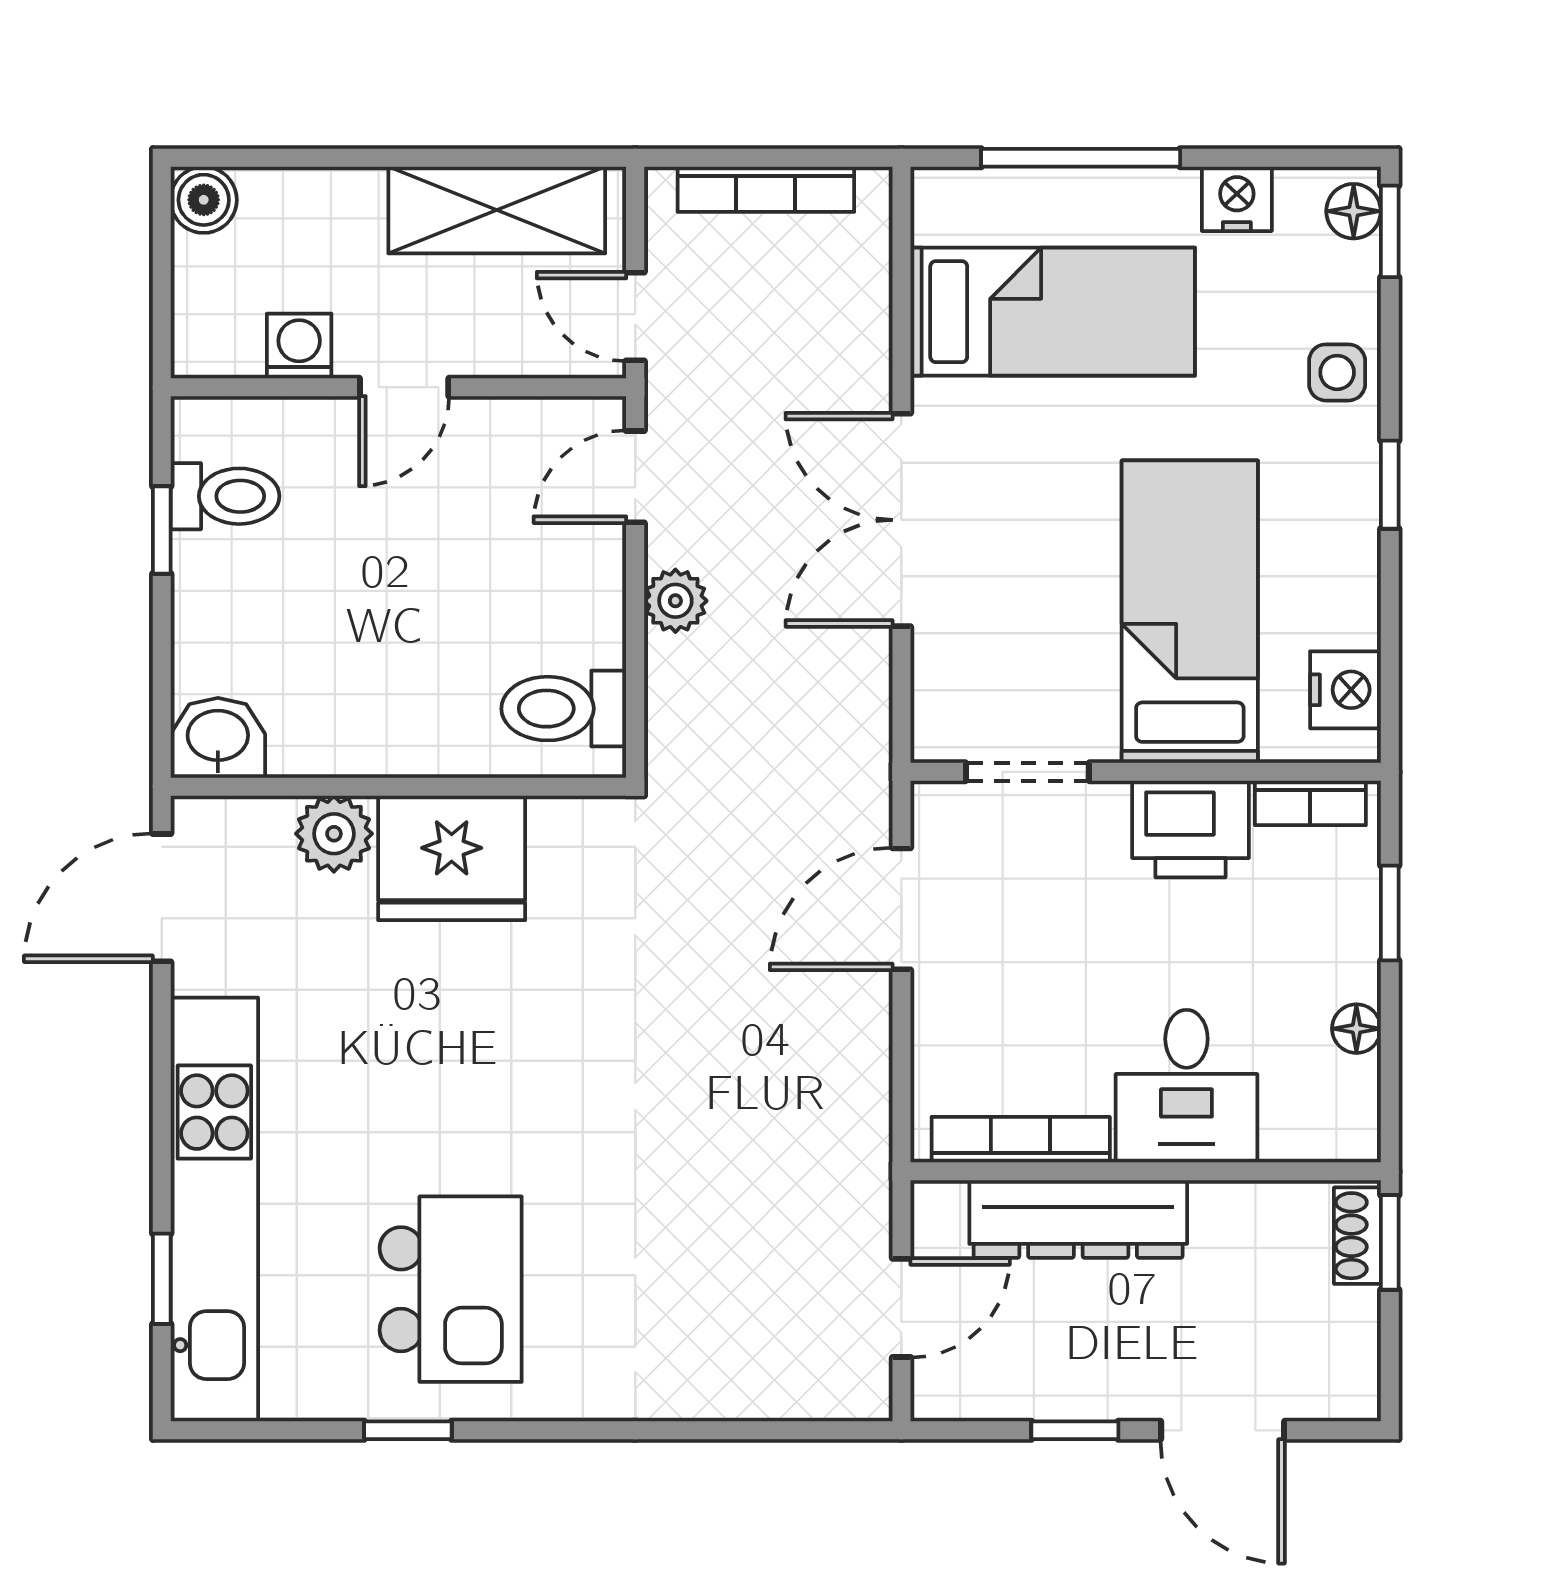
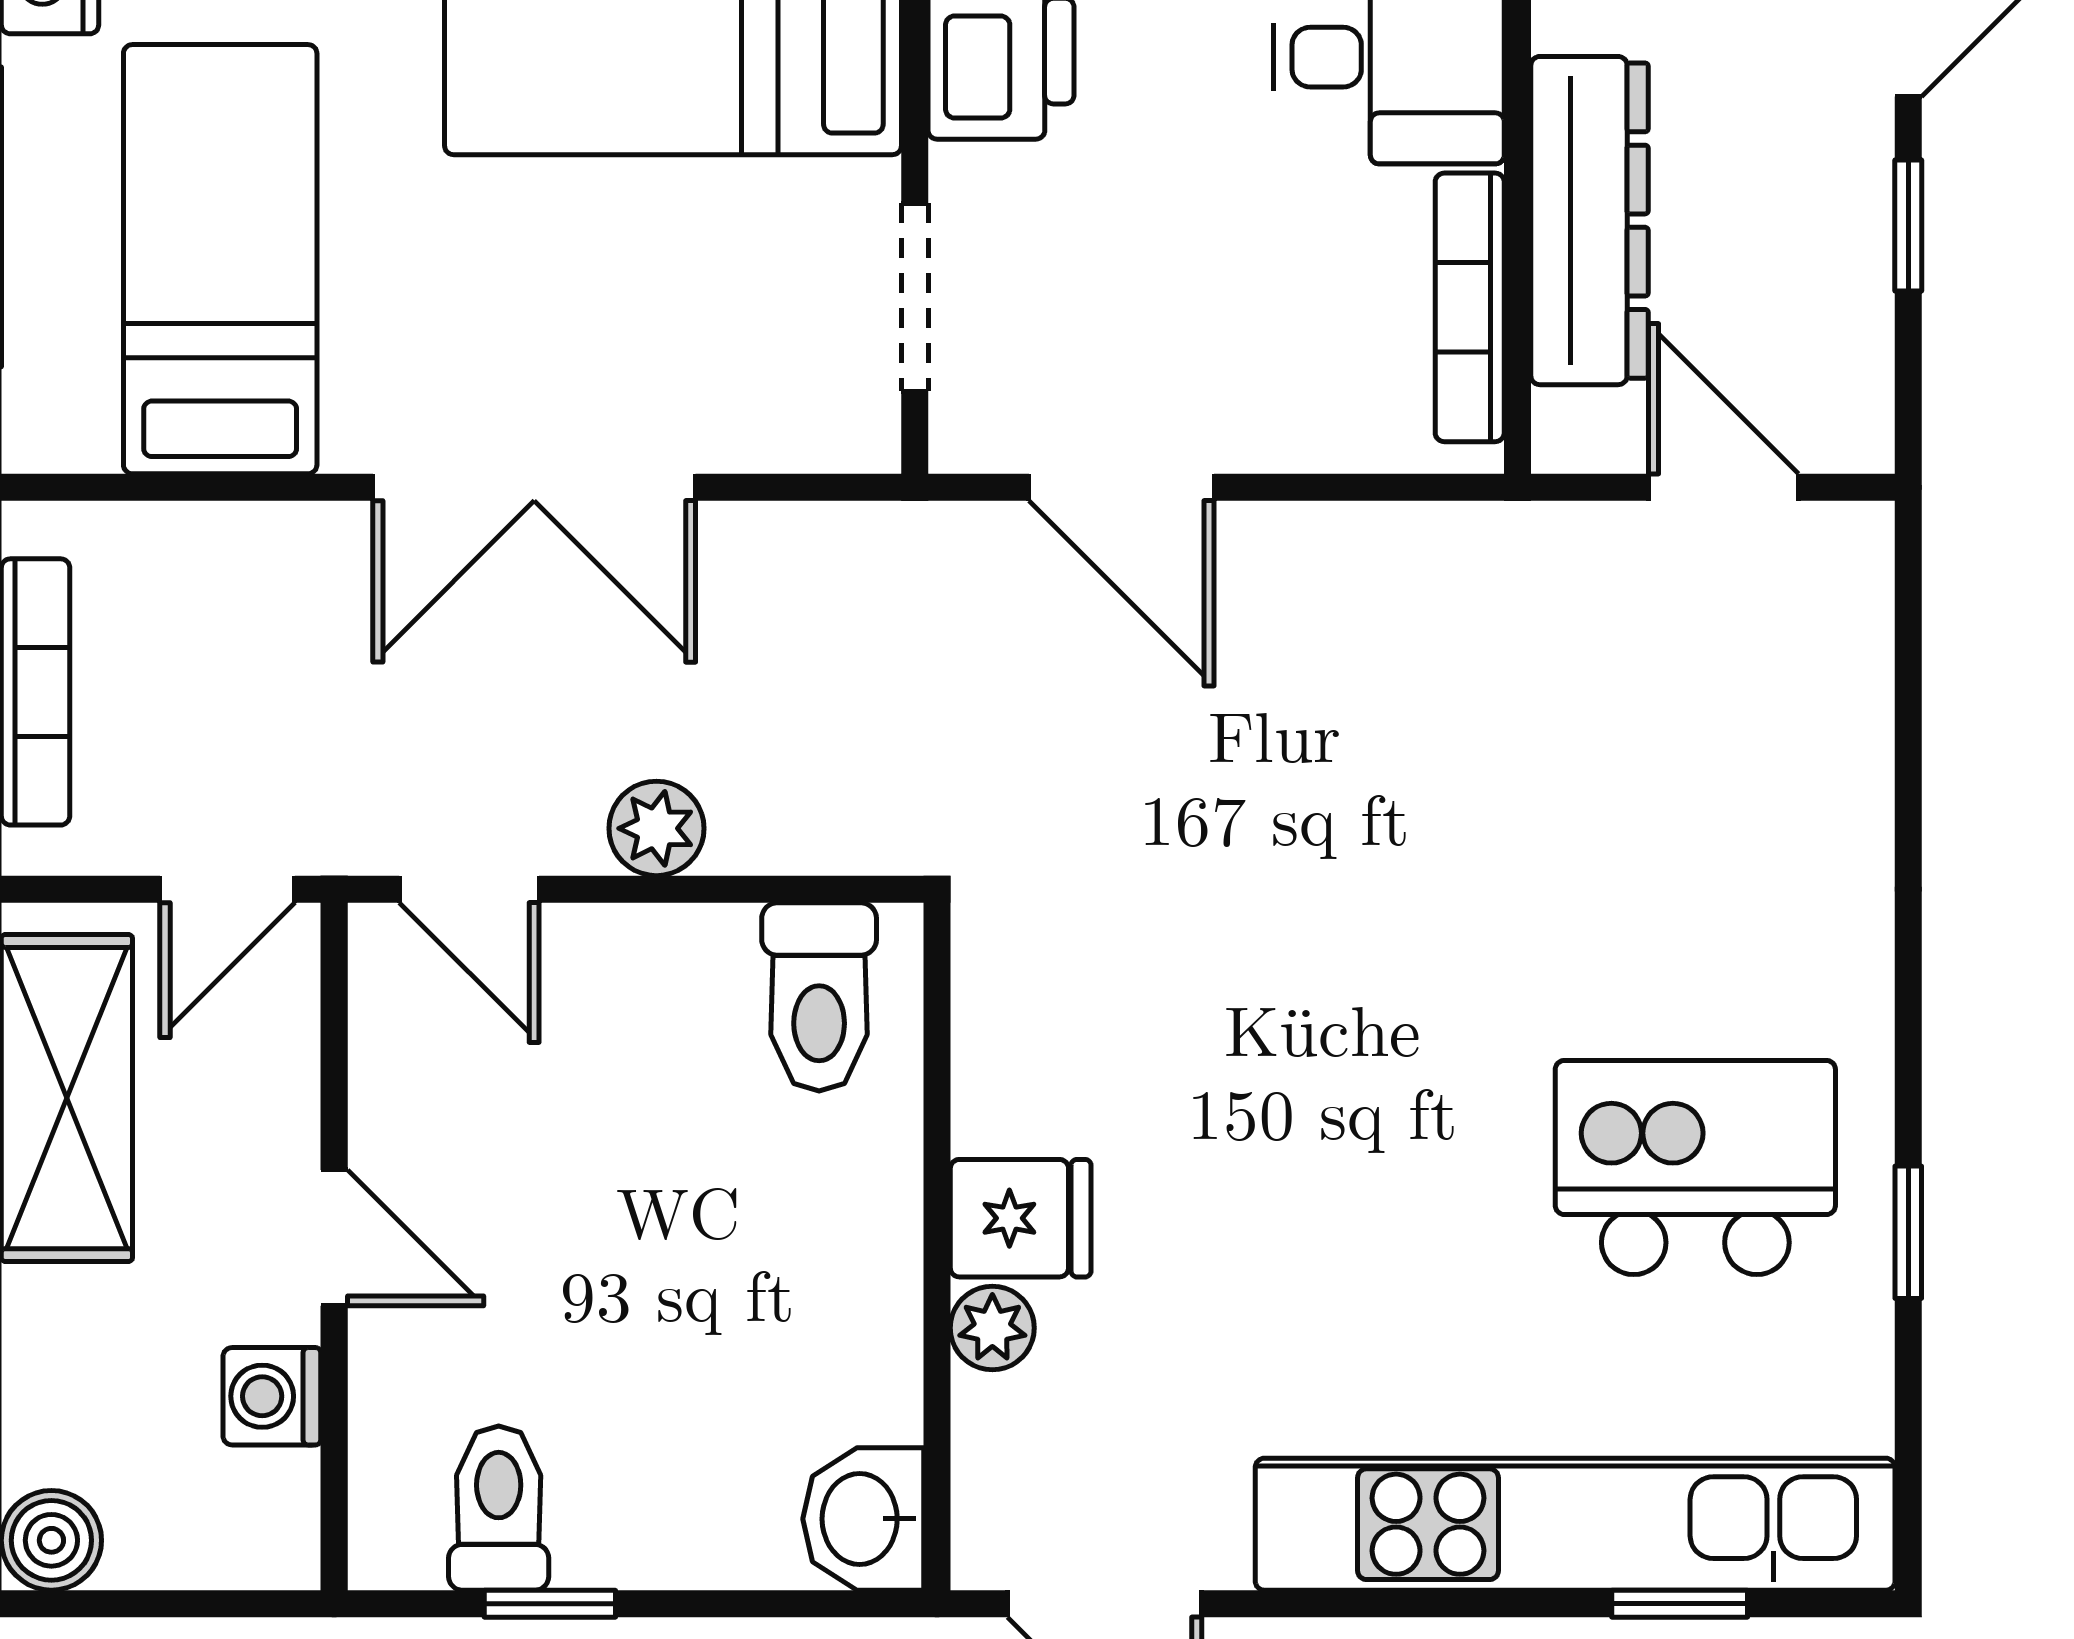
plant: (334, 834) -> (992, 1328), width x0.73, depth x0.73
fridge: (452, 858) -> (1021, 1218), width x0.53, depth x0.75

